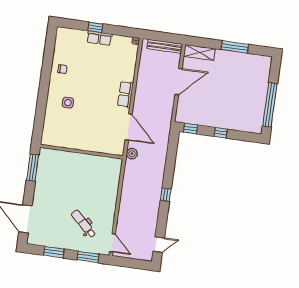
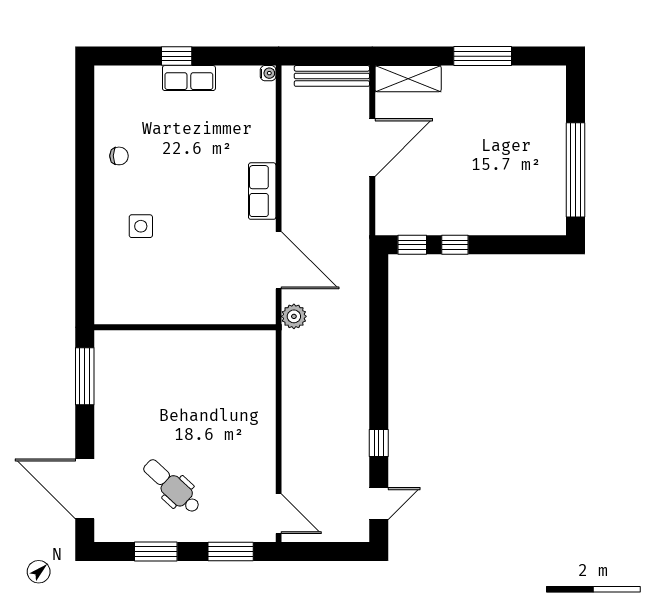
window: (221, 133) -> (455, 245), moved
window: (166, 195) -> (379, 443), moved
dental chair: (84, 224) -> (172, 486), moved

